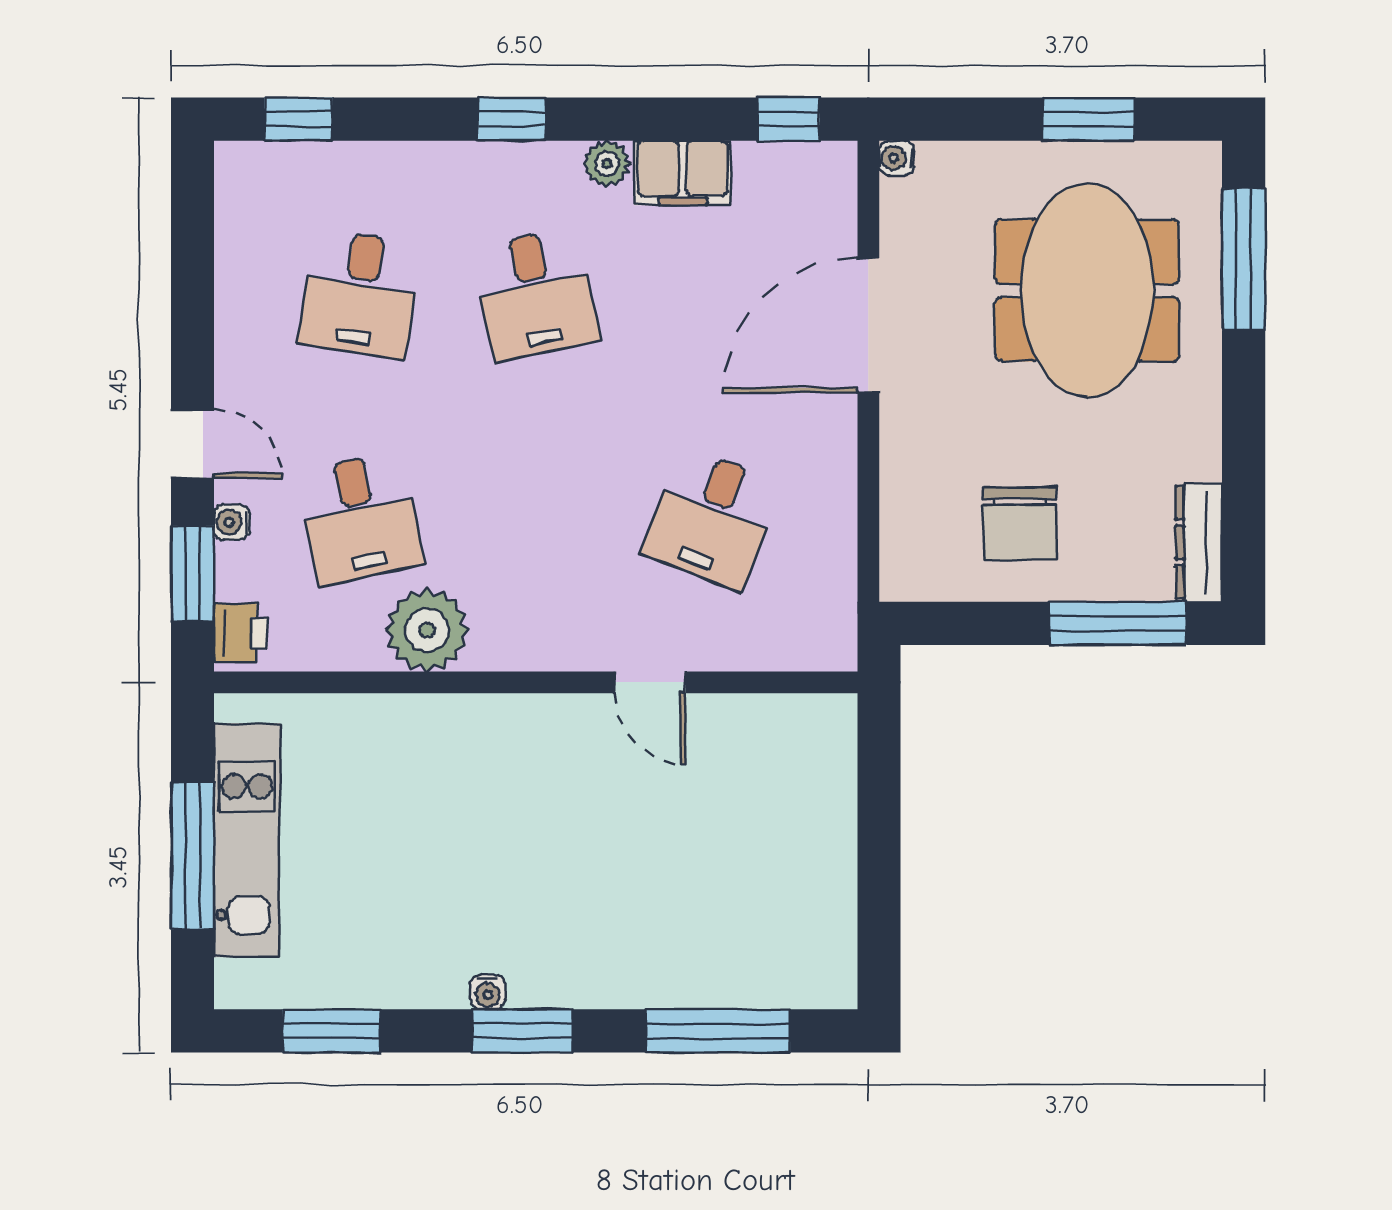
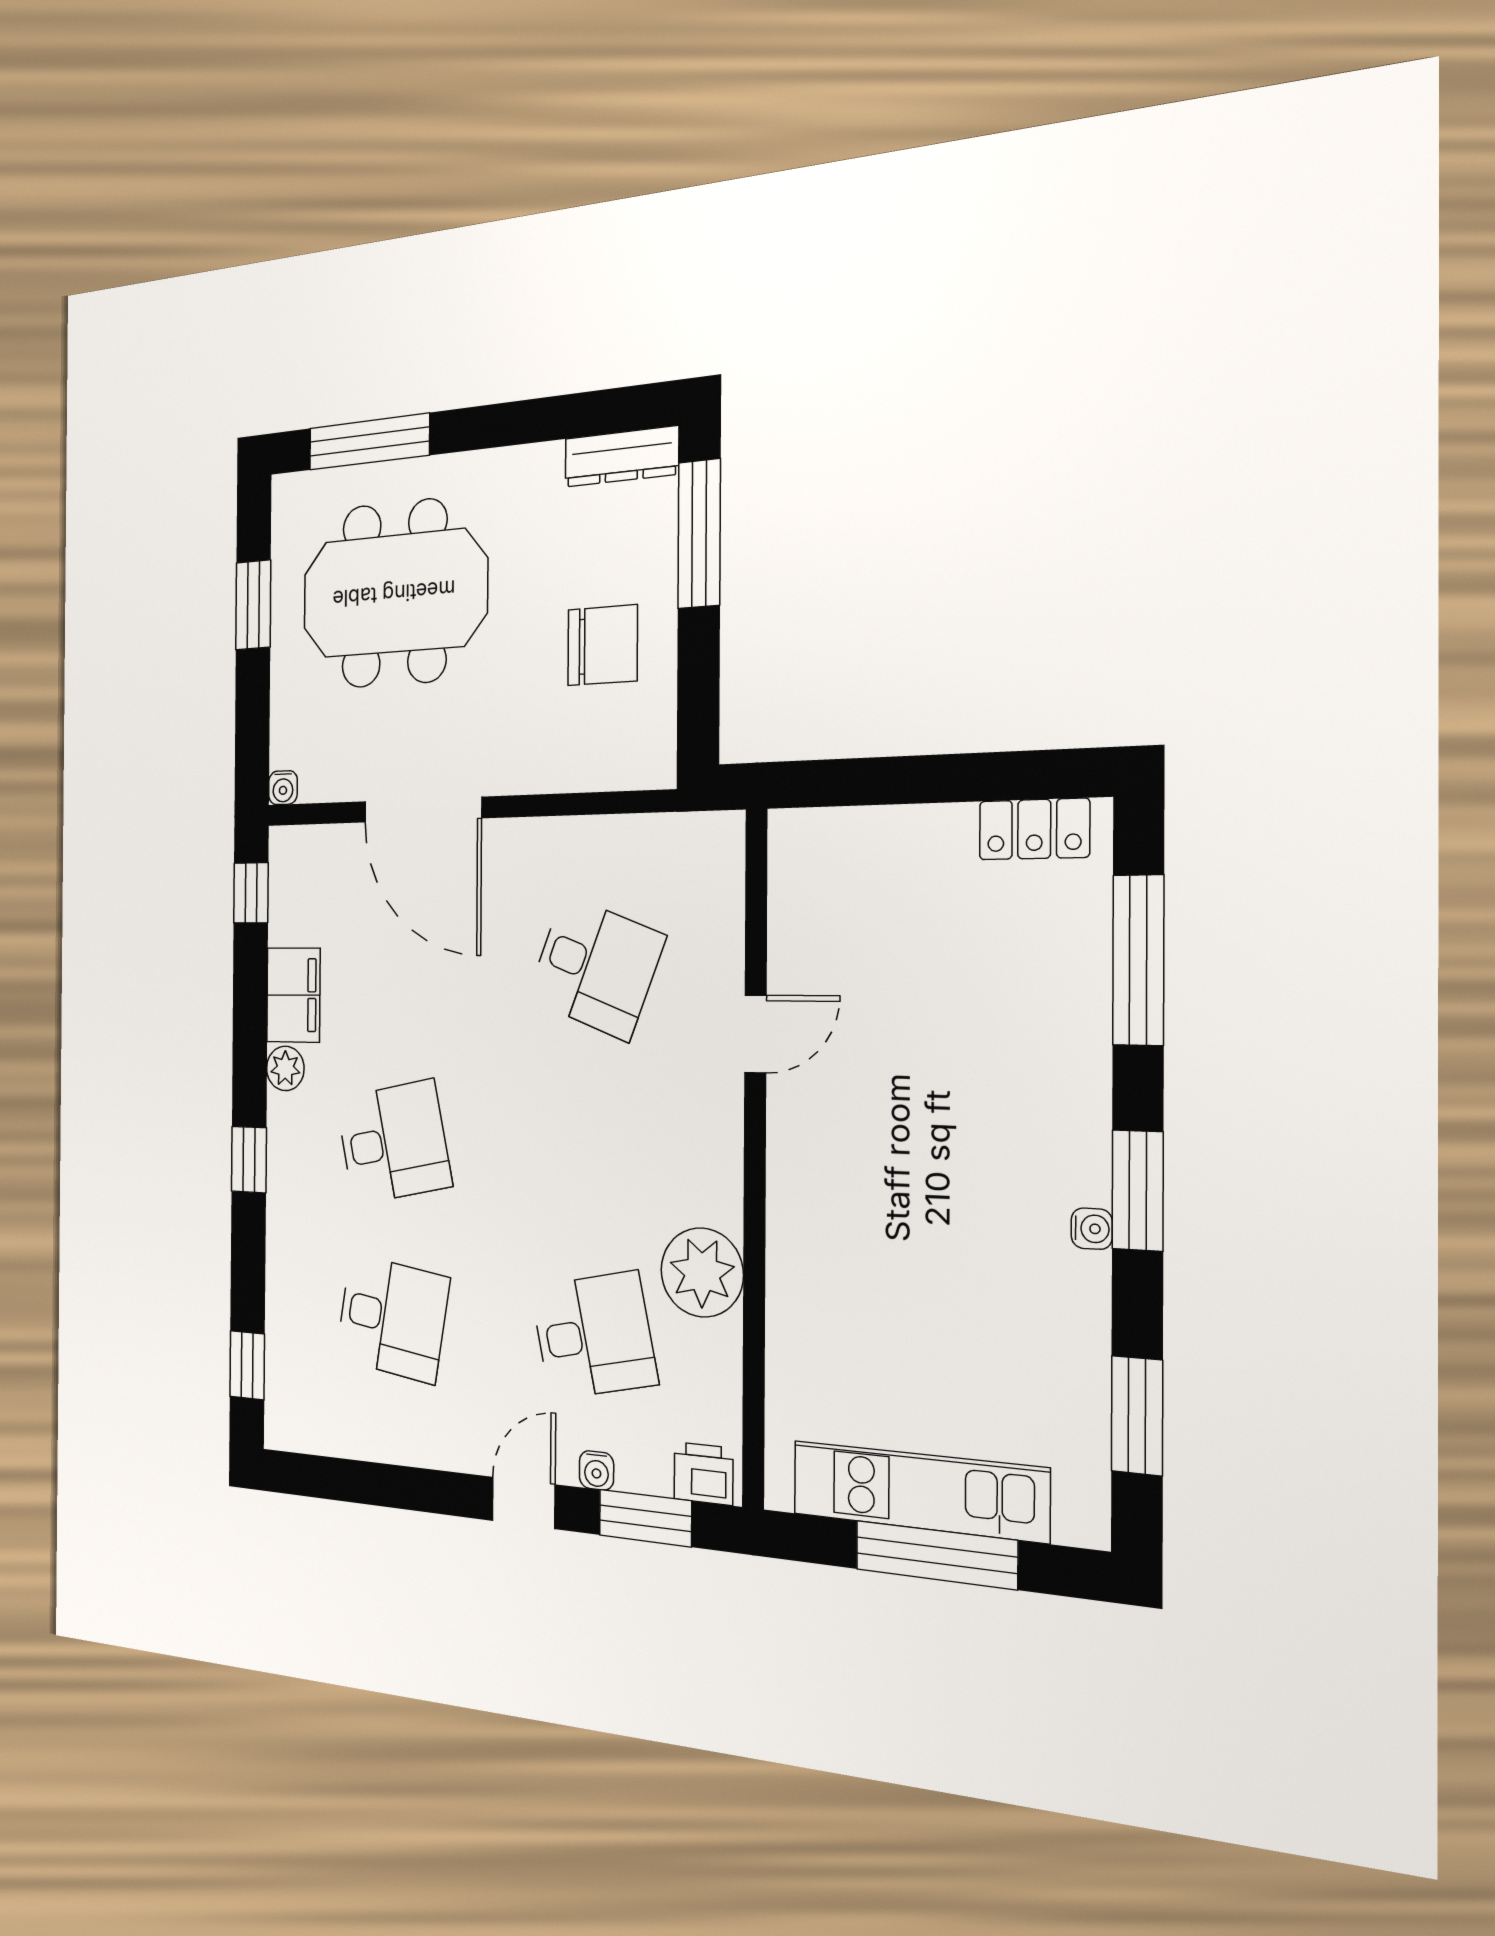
locker: (832, 941) -> (1034, 829), added

